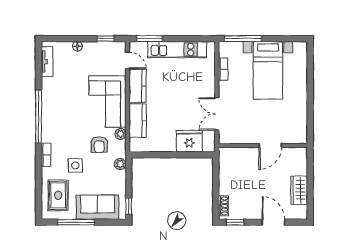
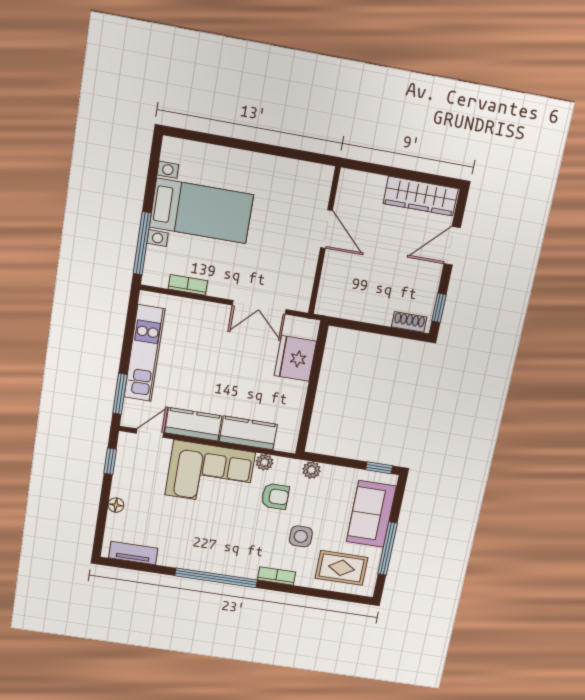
wardrobe: (299, 190) -> (421, 196), width x1.50

